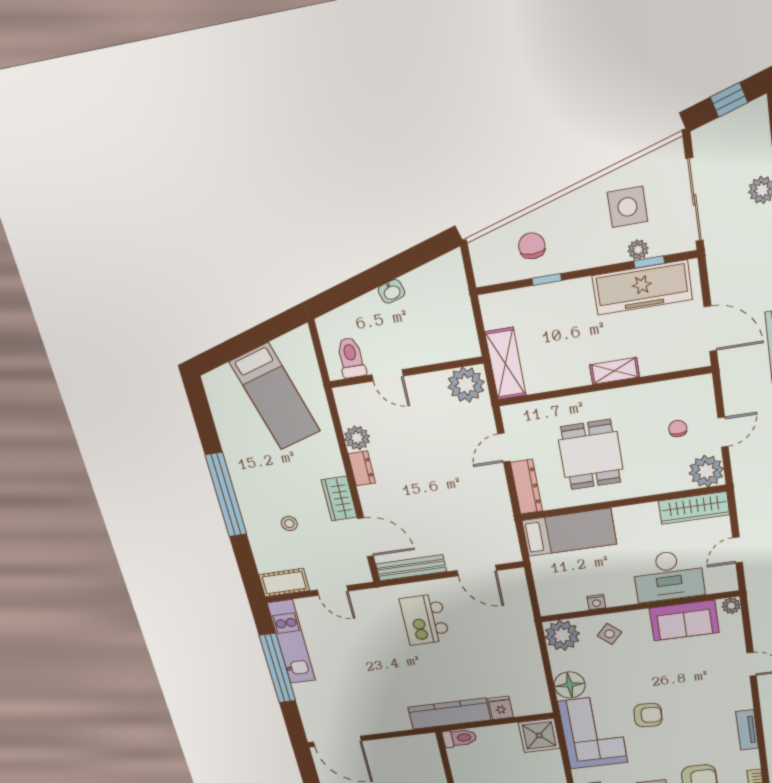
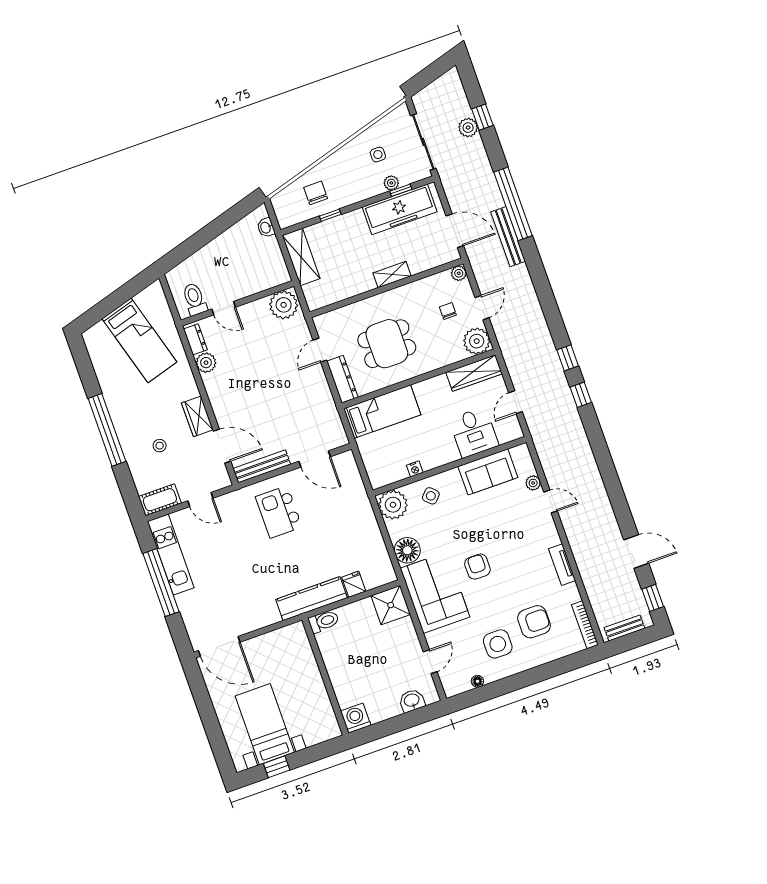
window: (729, 100) -> (432, 73), removed
side table: (627, 207) -> (378, 155), width x0.54, depth x0.54
washbasin: (392, 291) -> (266, 228), moved, turned 106
shelving: (505, 364) -> (301, 257), moved
plant: (703, 384) -> (459, 273), added
dining table: (591, 455) -> (387, 344), turned 90
dresser: (362, 468) -> (195, 339), moved
desk: (668, 576) -> (474, 432), width x0.73
plant: (731, 606) -> (533, 483), moved
armchair: (648, 715) -> (477, 567), turned -93

